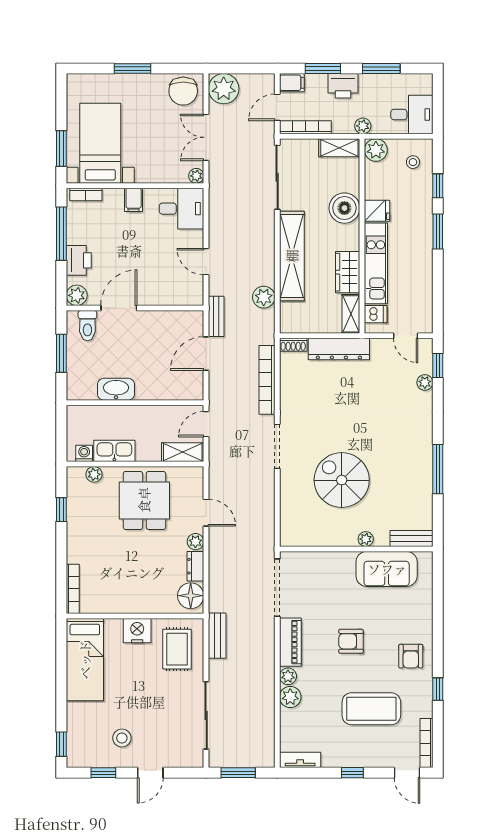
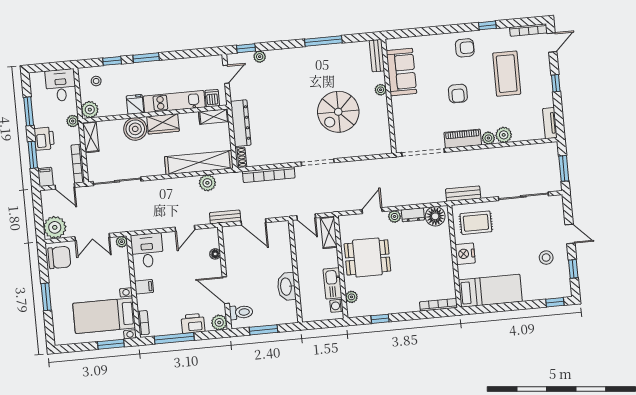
shelving: (292, 256) -> (199, 163), moved
wardrobe: (348, 272) -> (163, 124), moved
floor lamp: (168, 299) -> (215, 254), added

